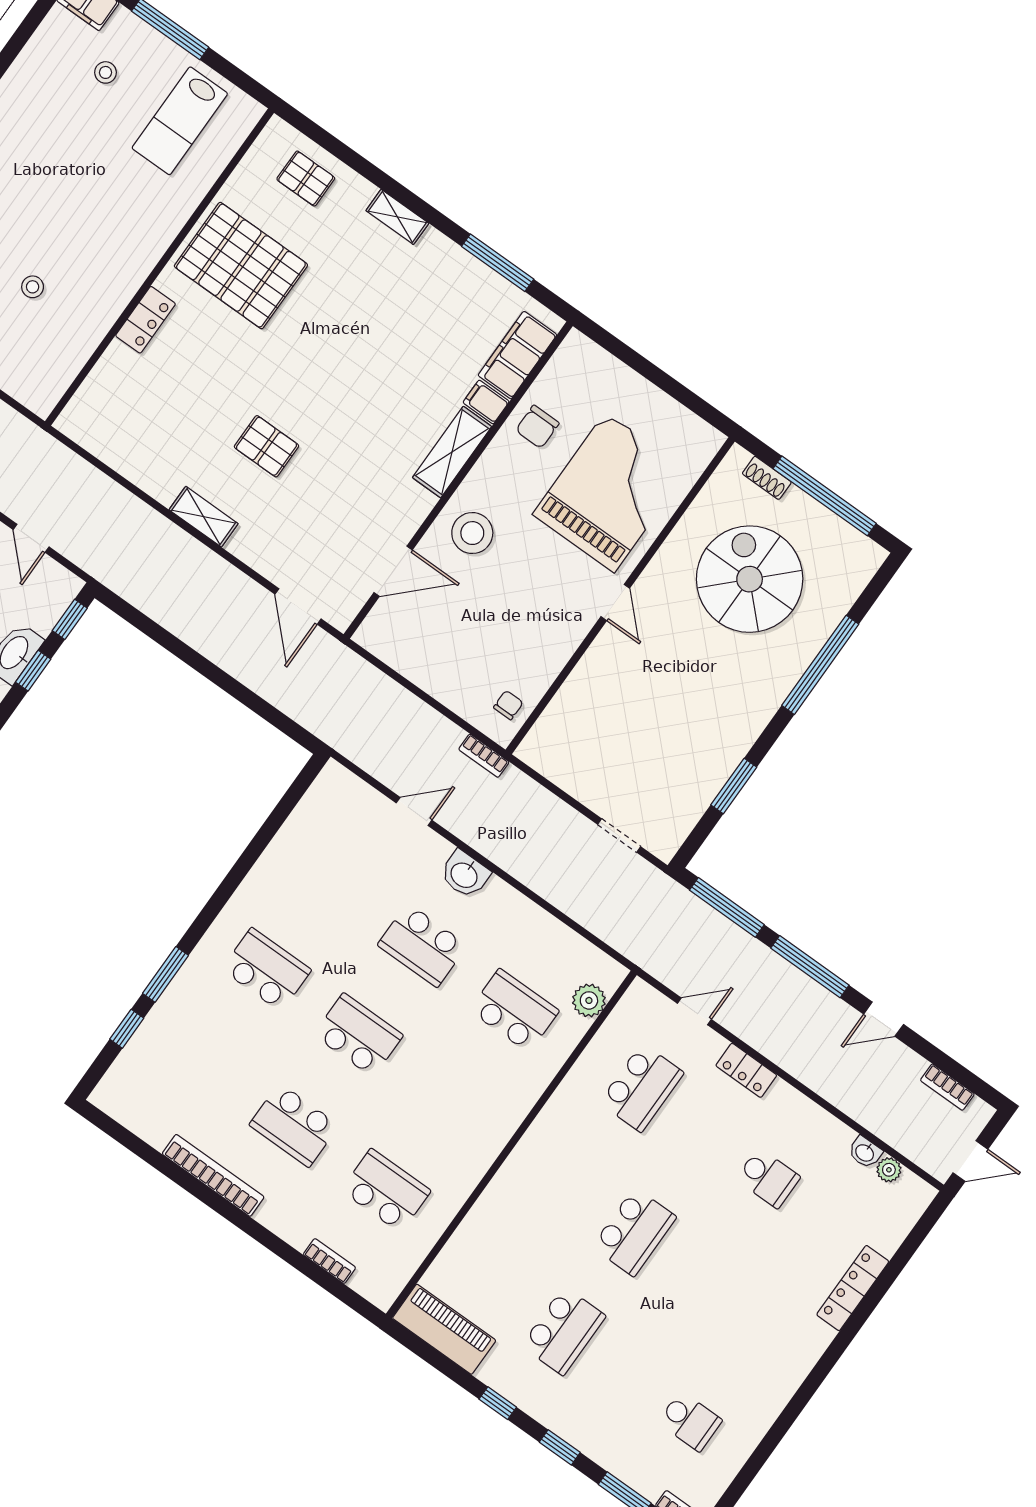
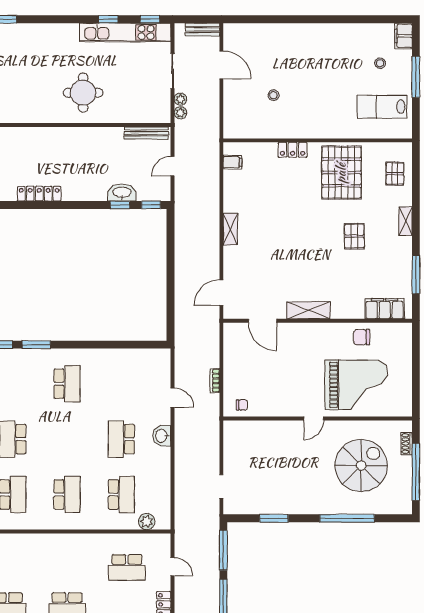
filing cabinet: (486, 402) -> (232, 162), moved, turned 90
pallet: (266, 446) -> (354, 236), moved
shelving: (452, 452) -> (308, 310), moved
stool: (472, 533) -> (300, 341), removed
bookcase: (484, 756) -> (215, 381), moved
school desk: (358, 1035) -> (67, 495), moved

